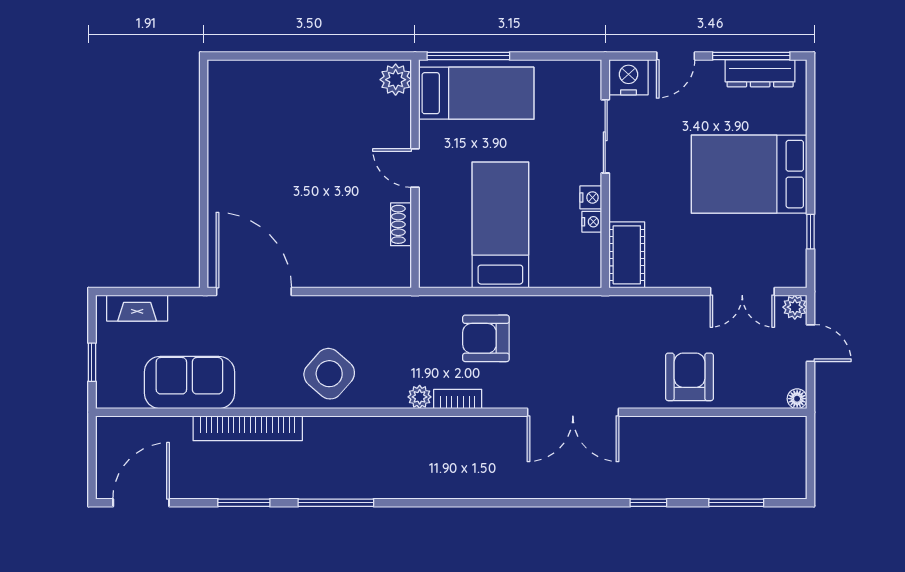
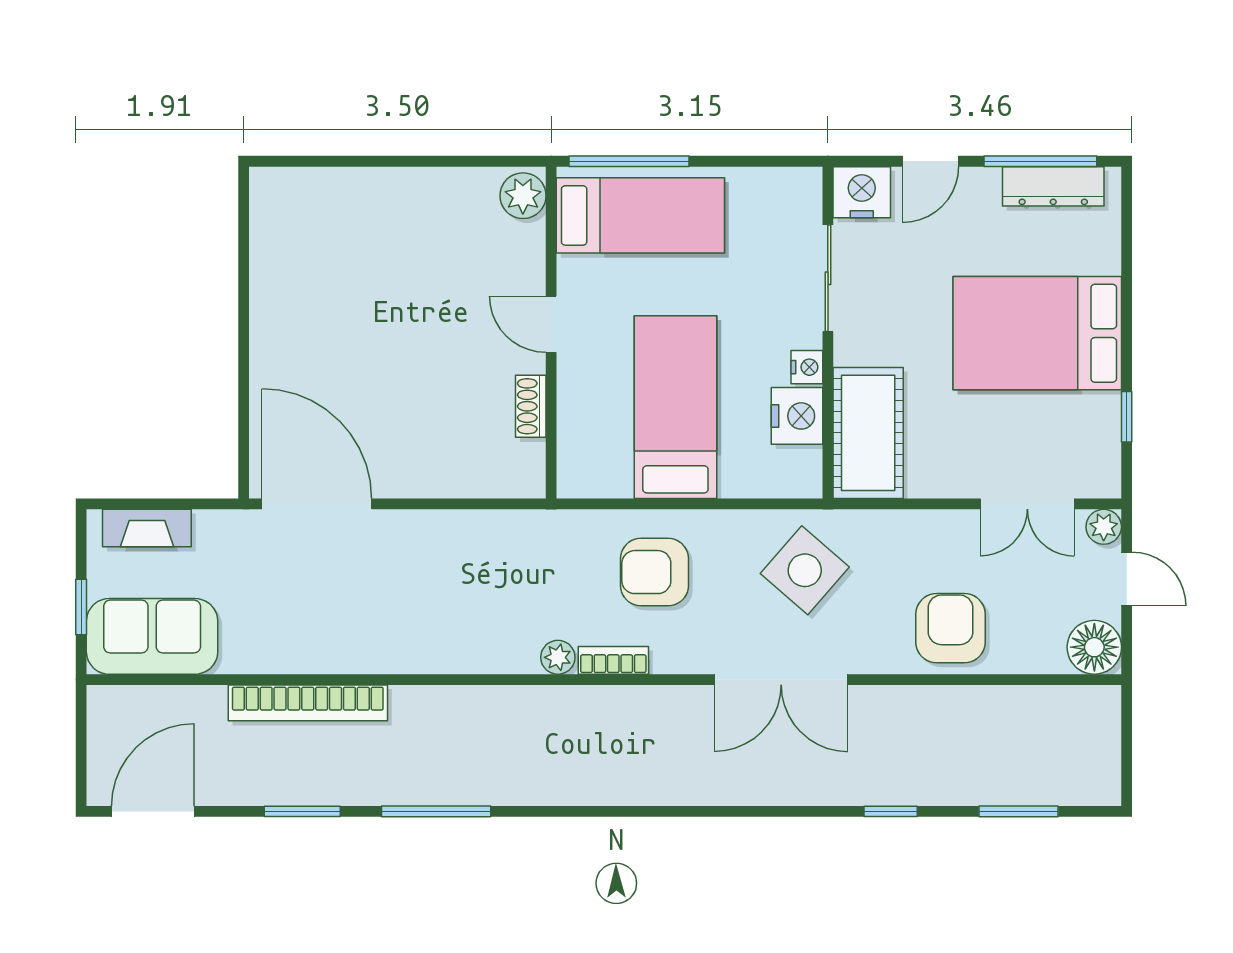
nightstand: (592, 222) -> (797, 416), width x1.89, depth x1.79
cot: (627, 255) -> (868, 433), width x1.37, depth x1.34
side table: (329, 374) -> (805, 570), moved
sofa: (189, 383) -> (152, 636), moved
floor lamp: (797, 399) -> (1094, 647), width x1.89, depth x1.89

